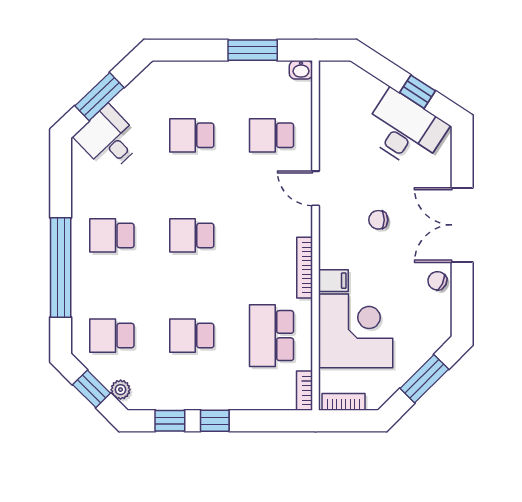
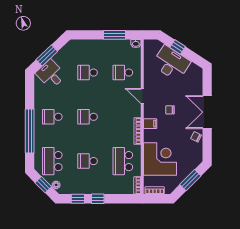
window: (417, 92) -> (178, 47), moved
desk: (405, 130) -> (171, 63), moved
filing cabinet: (333, 281) -> (150, 124), moved
school desk: (112, 336) -> (52, 161), width x1.85

